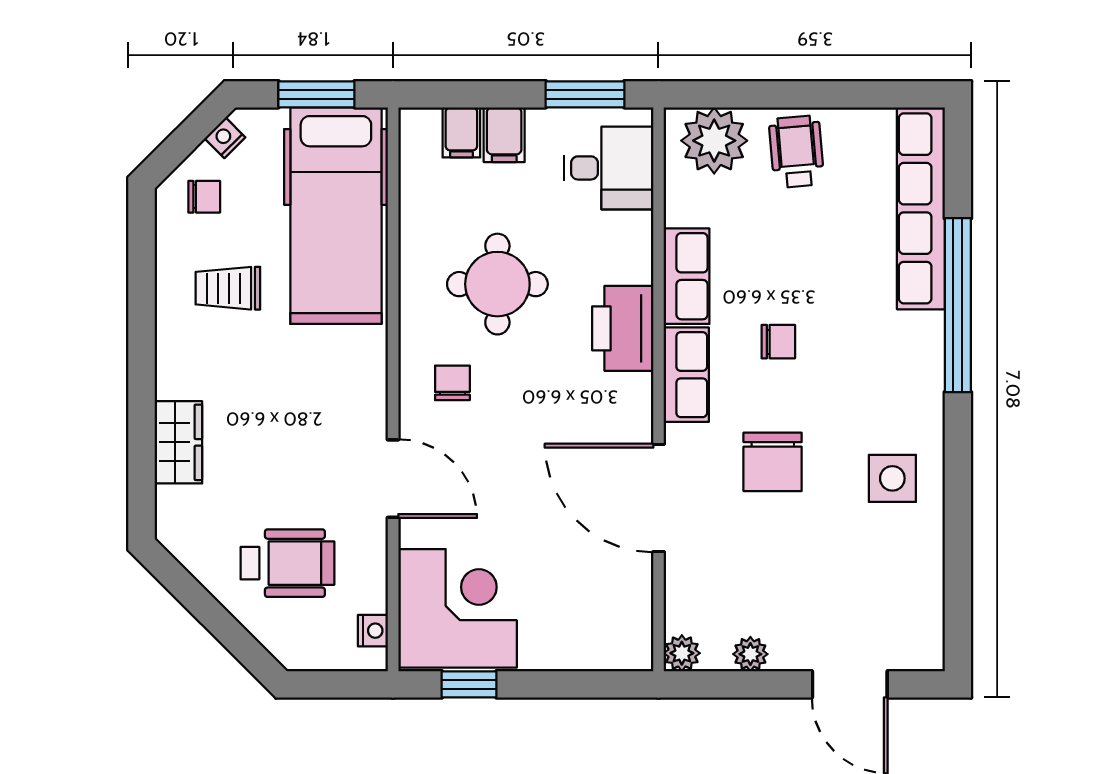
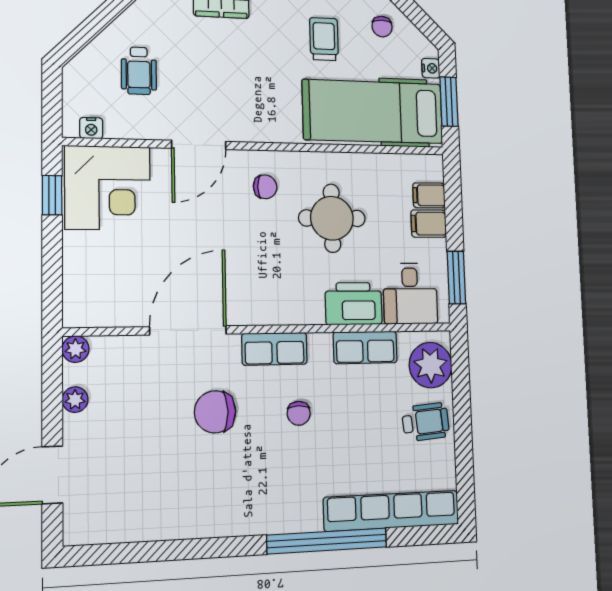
nightstand: (225, 138) -> (431, 68), moved, turned 45
row of seats: (687, 276) -> (365, 347), moved
printer: (623, 328) -> (354, 304), moved
side table: (892, 478) -> (205, 500), removed
wheelchair: (287, 563) -> (139, 71), width x0.73, depth x0.73

